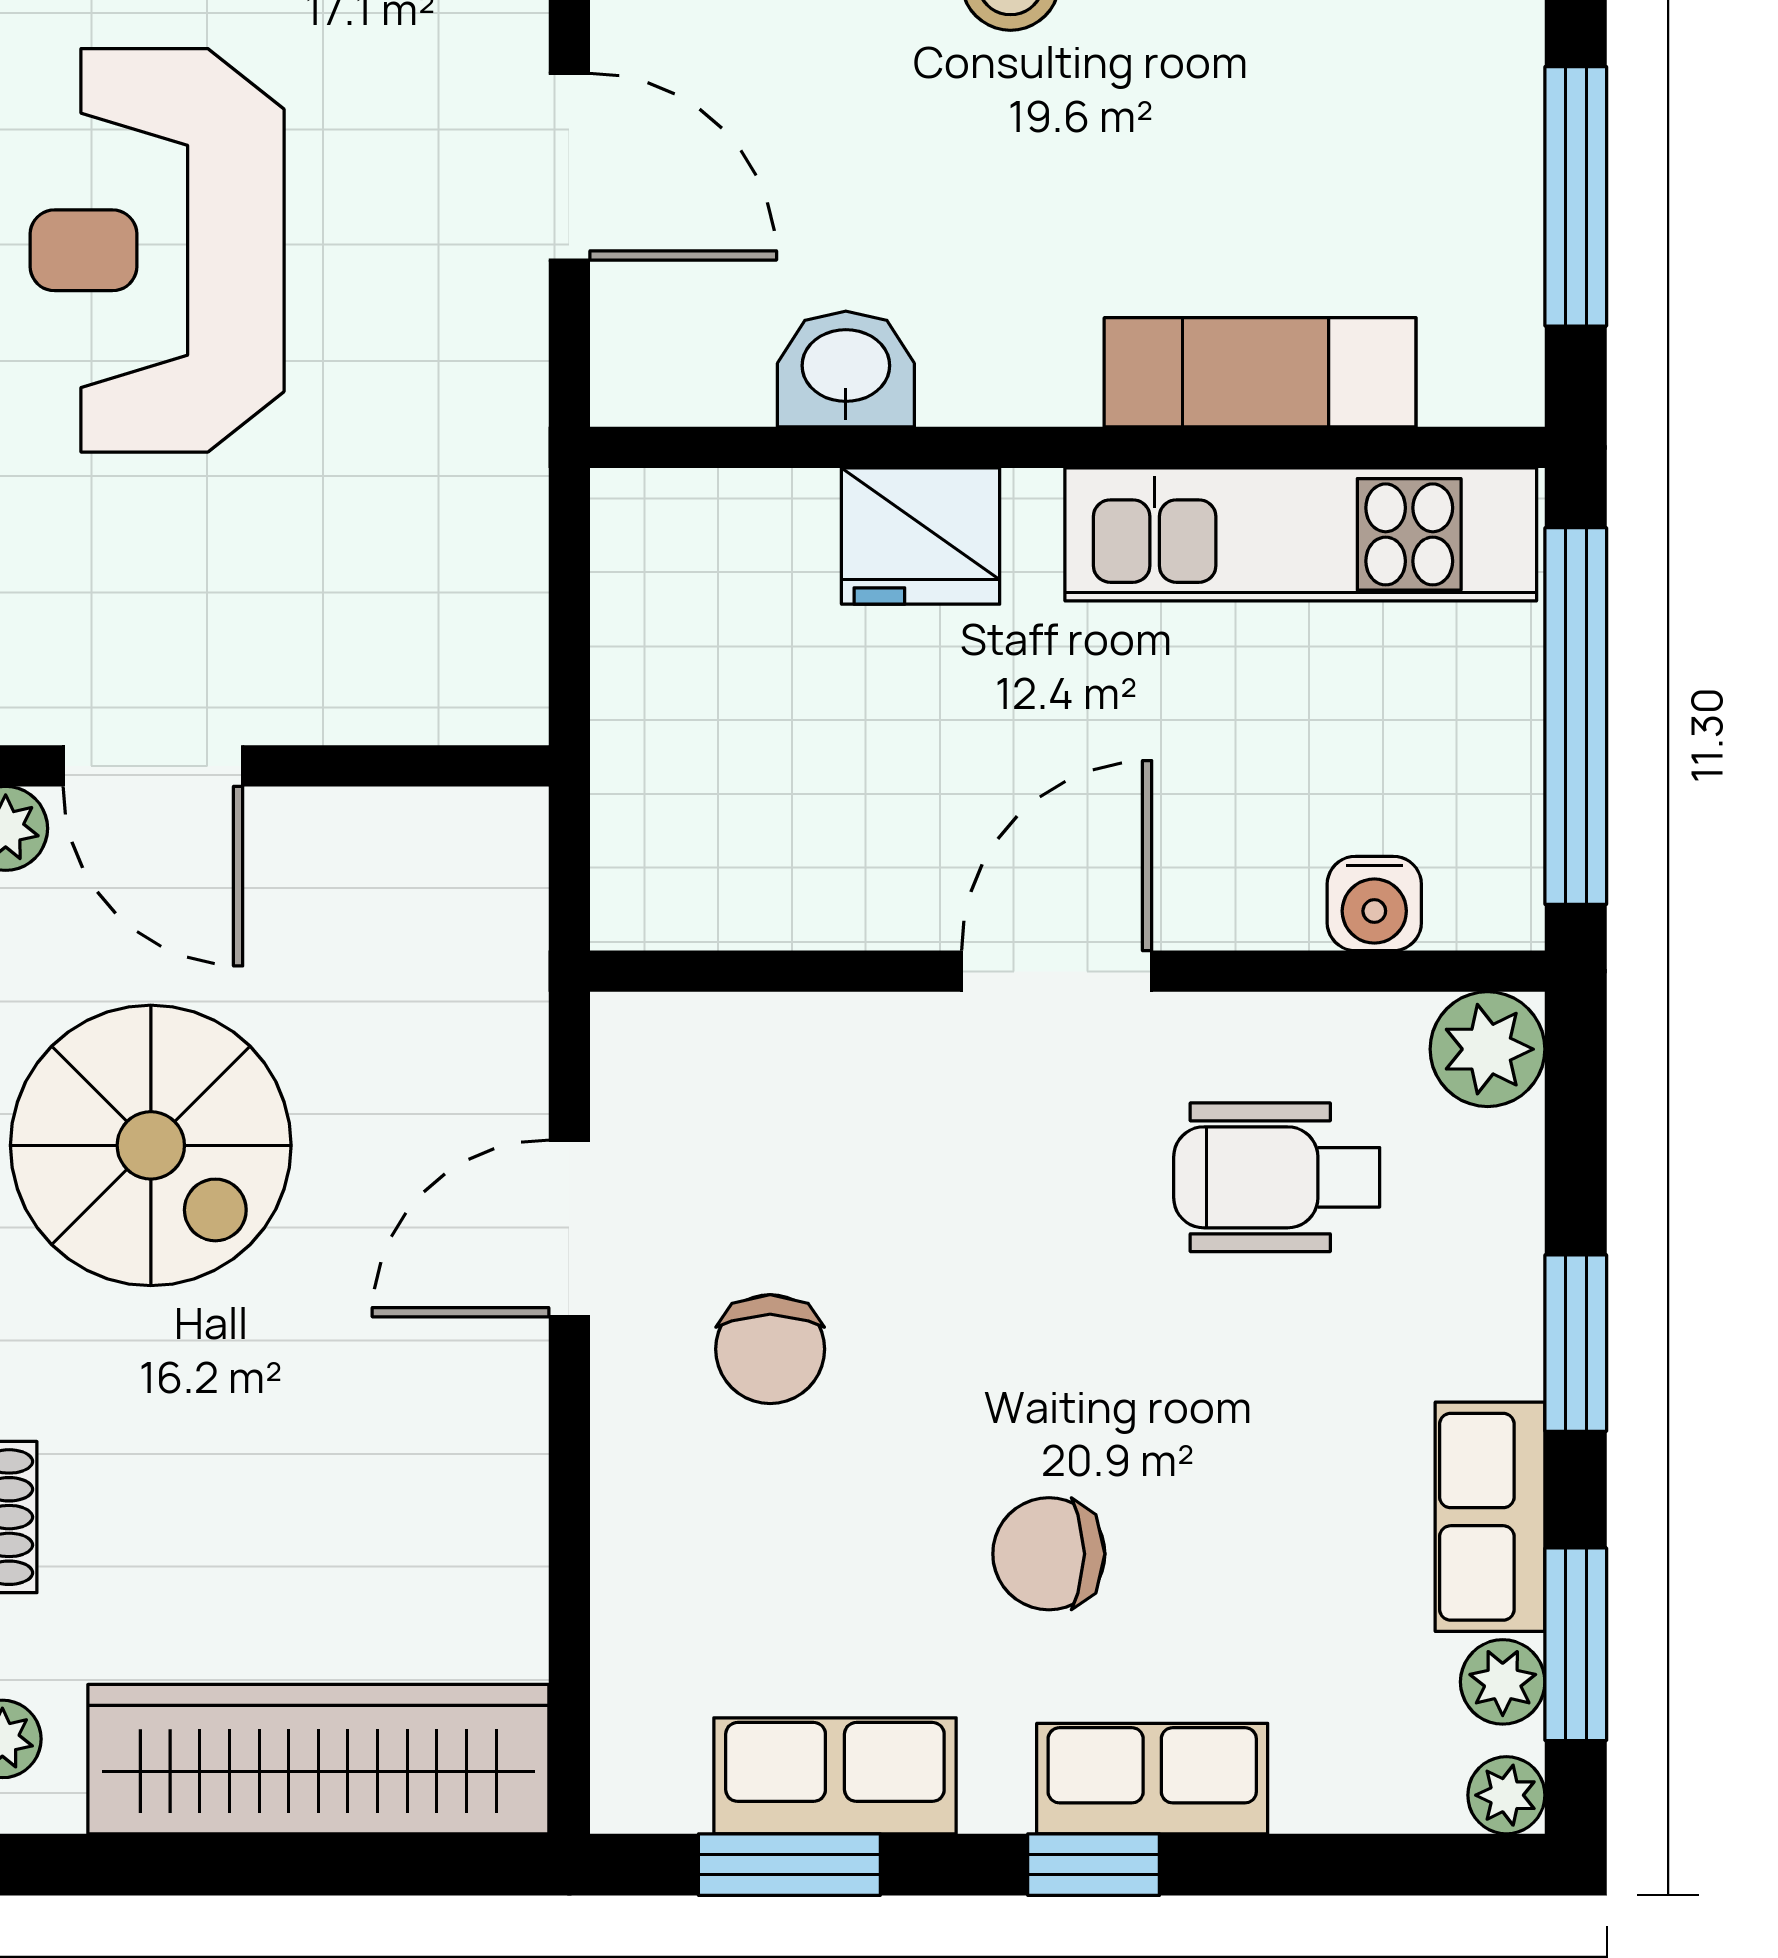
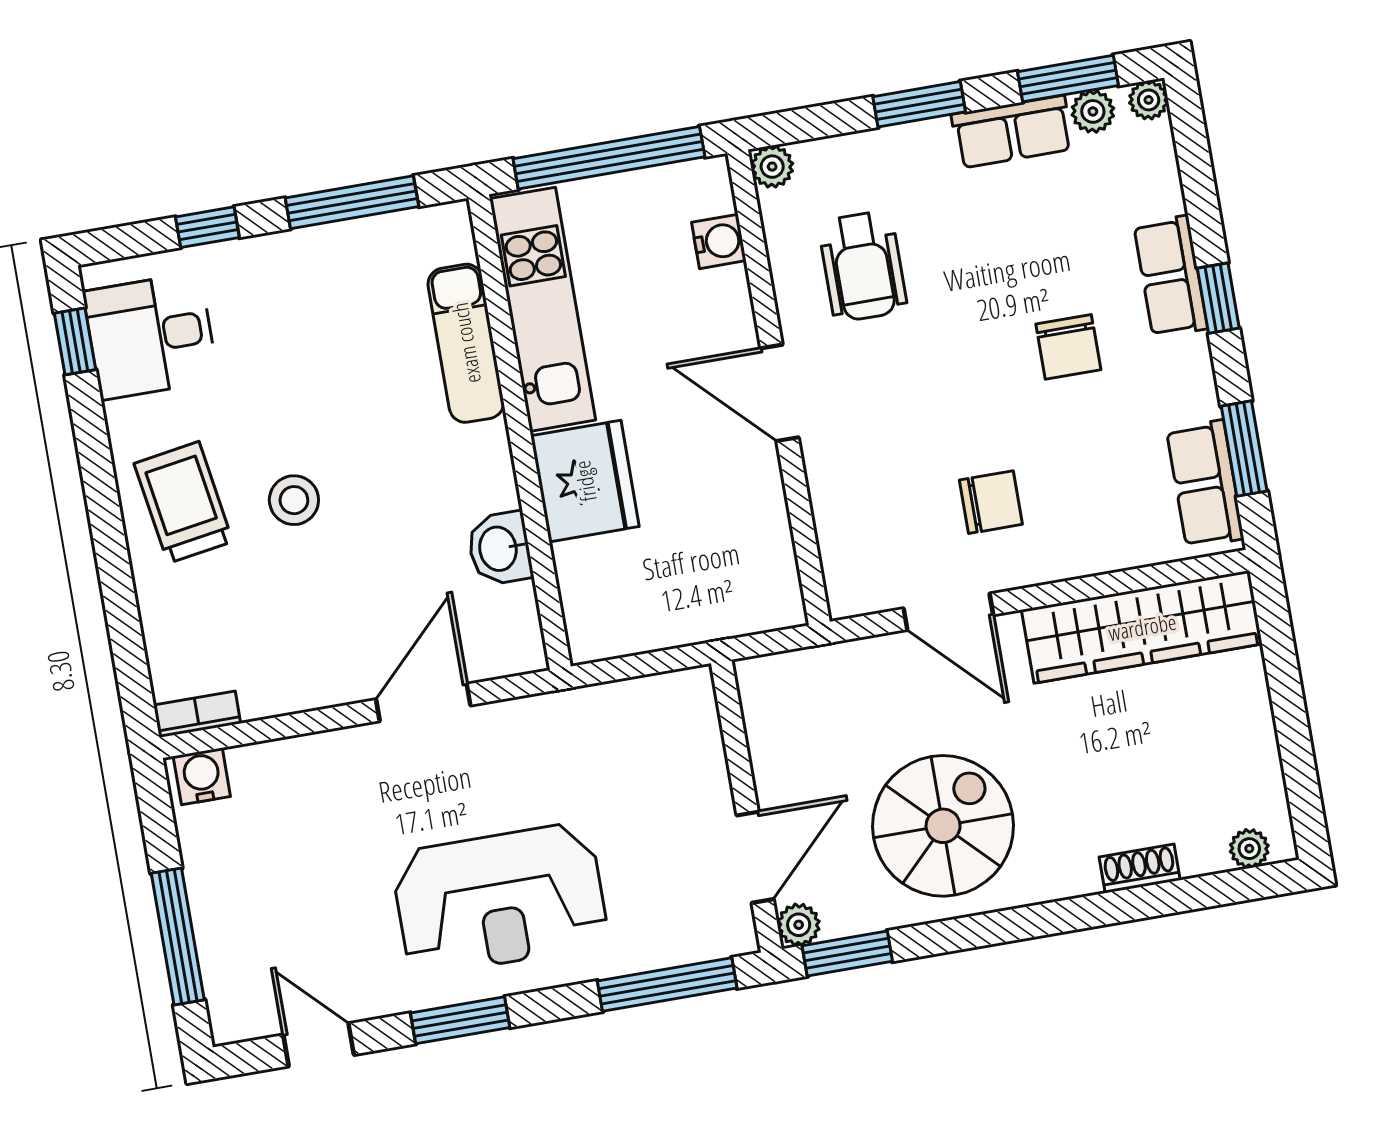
fridge: (921, 536) -> (585, 481), width x1.36, depth x1.34
plant: (1488, 1049) -> (772, 167), width x0.73, depth x0.73
wardrobe: (318, 1759) -> (1142, 627), moved, turned -90
row of seats: (835, 1776) -> (1205, 484), moved

